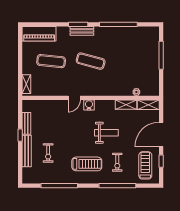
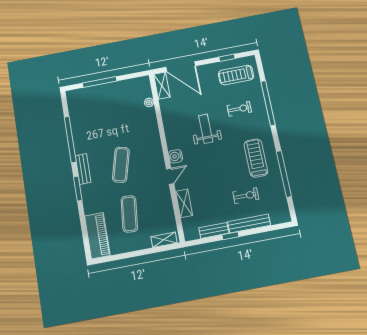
bench: (82, 31) -> (83, 169), moved
door: (74, 98) -> (170, 176), hinge flipped
shelving: (126, 105) -> (184, 203), moved
door: (161, 134) -> (181, 67), moved
treadmill: (87, 164) -> (256, 158), moved

